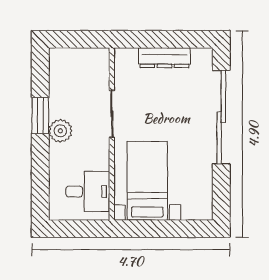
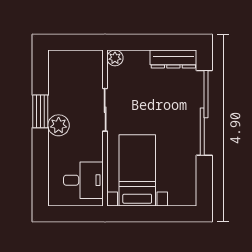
plant: (123, 57) -> (115, 58), added
dresser: (164, 58) -> (173, 59), moved

